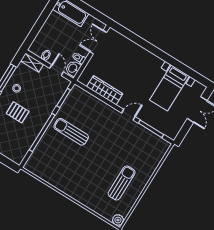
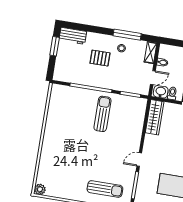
wardrobe: (105, 90) -> (155, 117), moved
pallet: (18, 112) -> (100, 58), turned 90
door: (128, 115) -> (139, 159), swing flipped
sun lounger: (122, 183) -> (105, 189), moved

